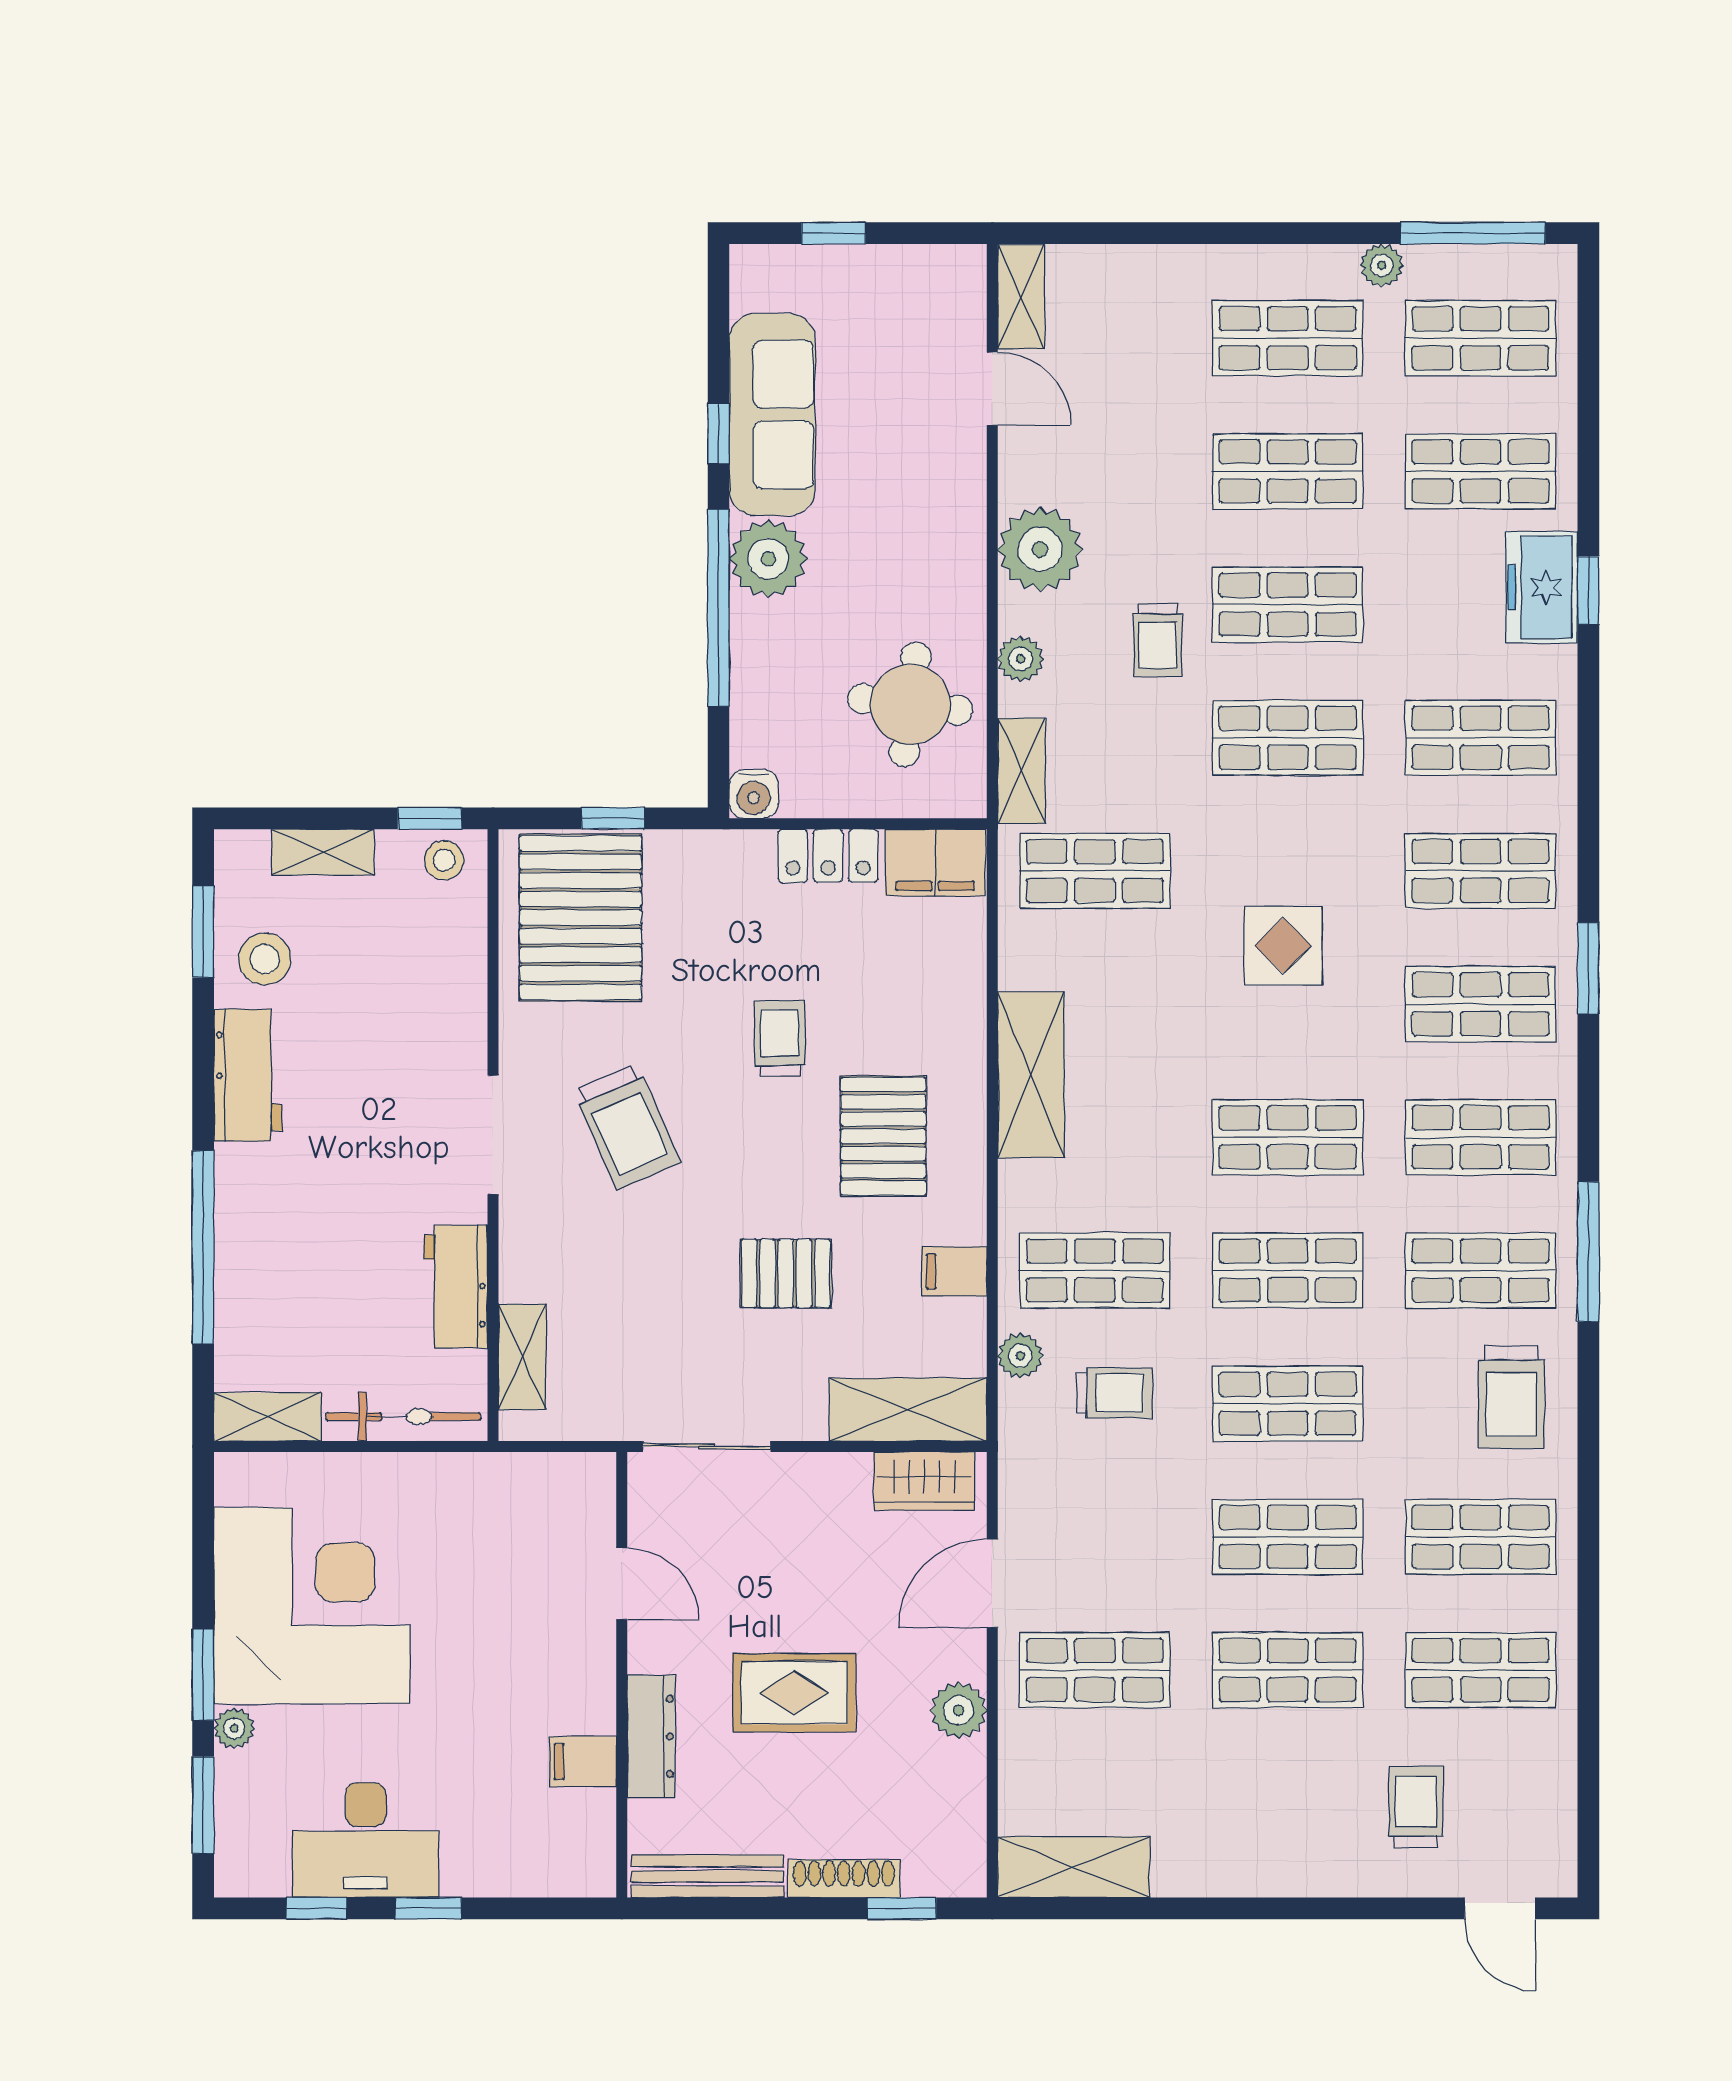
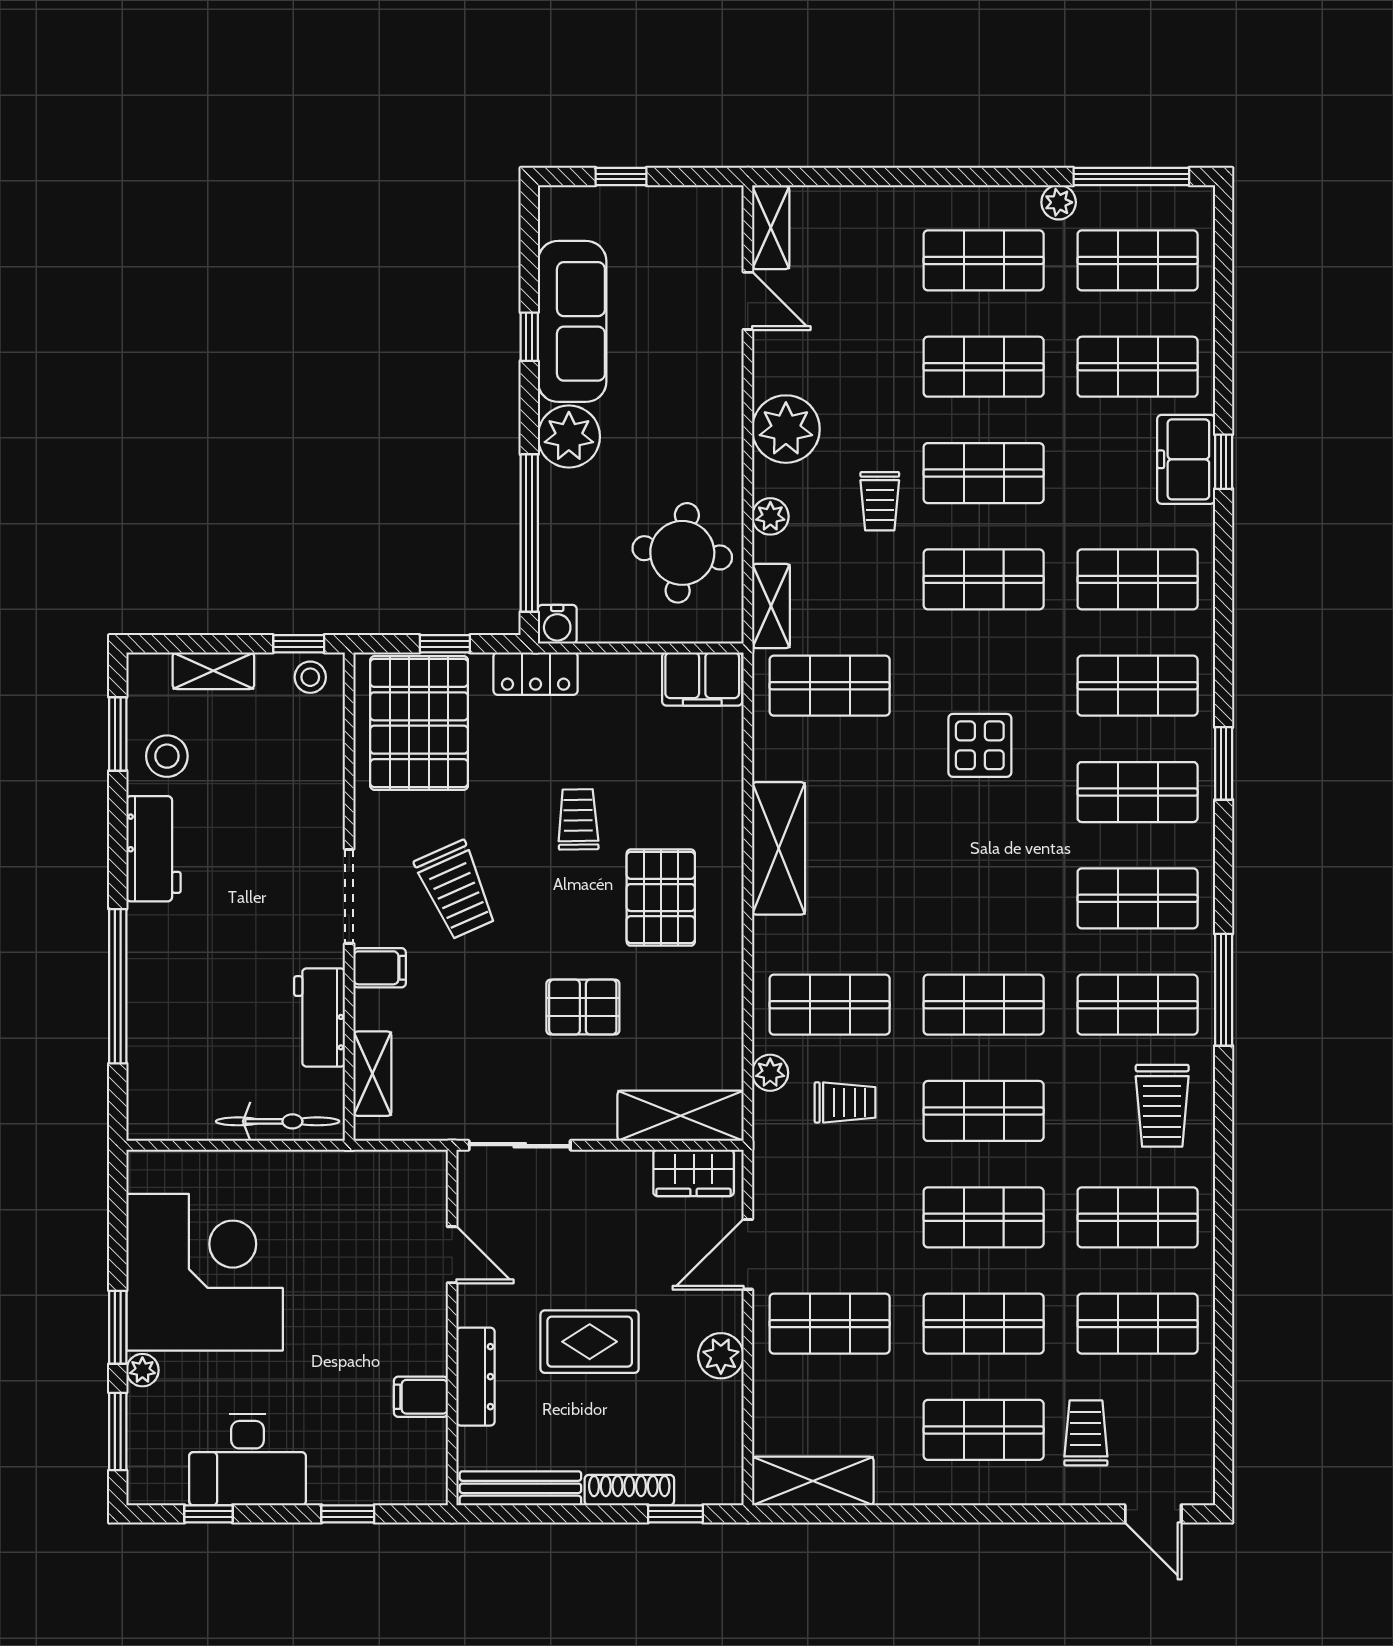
window: (719, 608) -> (529, 533), moved
locker: (828, 856) -> (536, 674), moved
shop shelf: (1288, 1137) -> (984, 1430), moved
filing cabinet: (954, 1272) -> (380, 968), moved, turned 180
shelving: (268, 1417) -> (169, 1122), removed
window: (428, 1908) -> (348, 1514), moved

